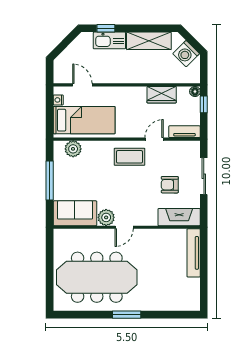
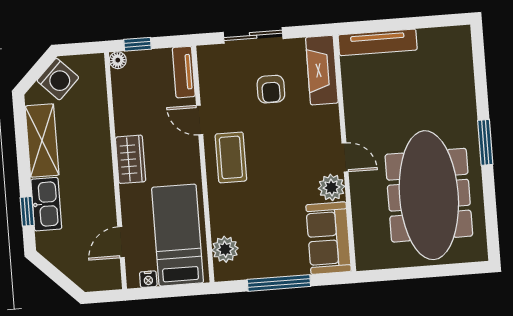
wardrobe: (162, 95) -> (131, 159), moved

